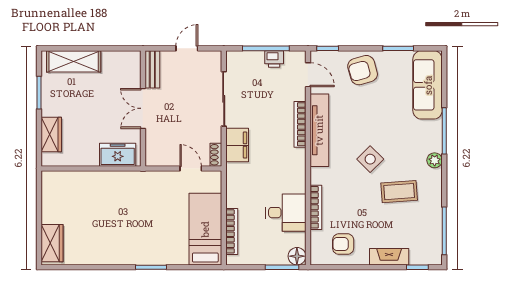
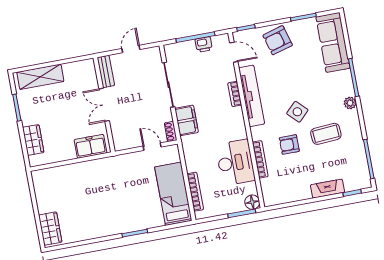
bookcase: (300, 124) -> (235, 94), width x0.64
desk: (286, 213) -> (235, 162), width x1.37
armchair: (343, 244) -> (289, 145), moved

